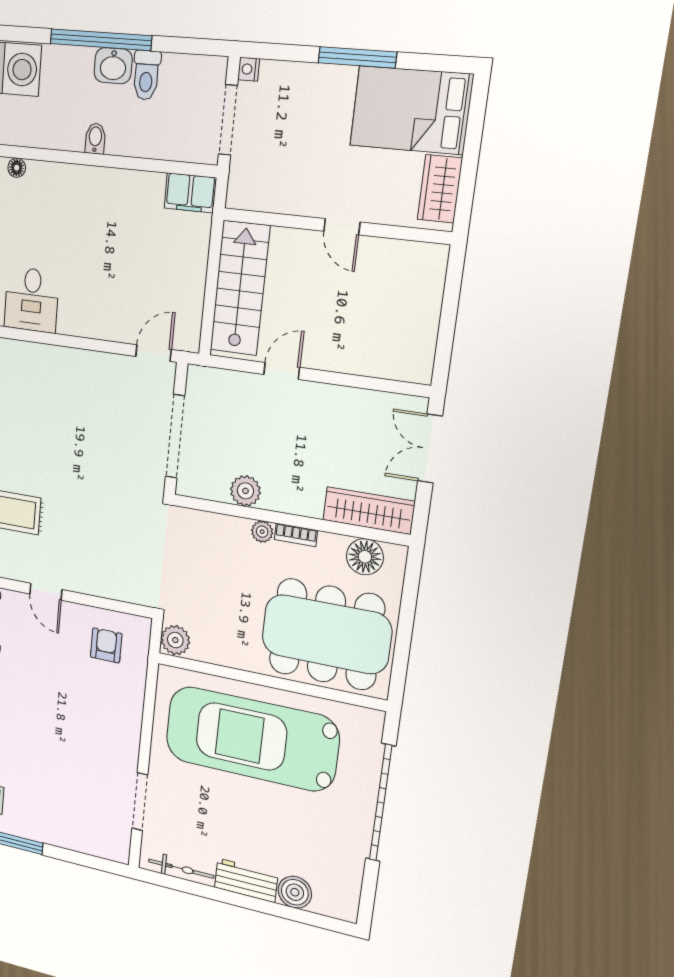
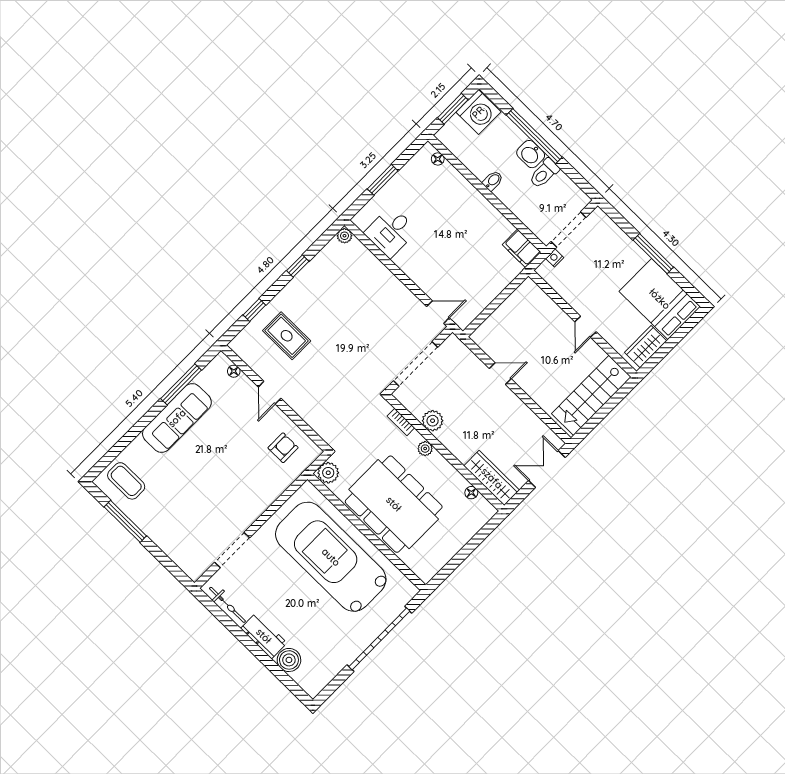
nightstand: (249, 69) -> (555, 258), moved
stairs: (240, 288) -> (591, 395), moved, turned 180
bookcase: (296, 535) -> (401, 422), moved
floor lamp: (365, 557) -> (471, 493), width x0.53, depth x0.53
dining table: (326, 634) -> (394, 504), moved

